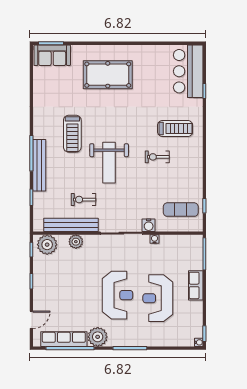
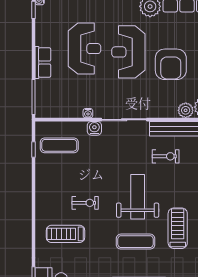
exercise mat: (111, 121) -> (136, 242), added
plant: (76, 242) -> (186, 110), moved
armchair: (79, 284) -> (171, 64), added

